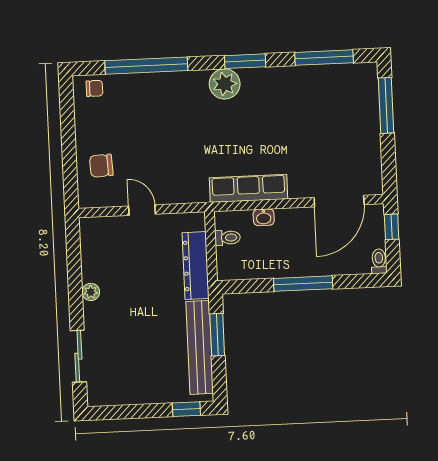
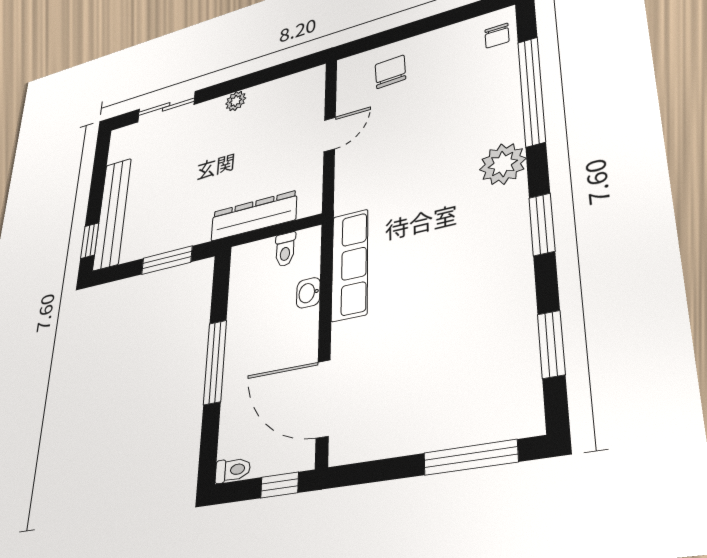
window: (324, 58) -> (551, 344), width x0.69
plant: (225, 84) -> (503, 164), moved
bench: (200, 347) -> (112, 214), moved, turned 90

